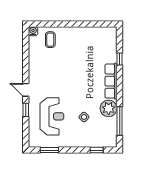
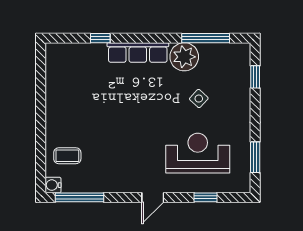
window: (26, 47) -> (80, 197), added
window: (26, 110) -> (205, 197), moved

